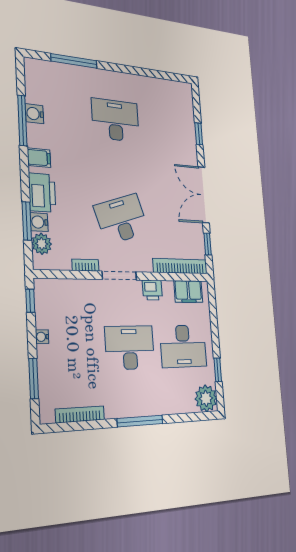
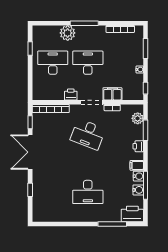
printer: (42, 73) -> (132, 214), added
printer: (42, 193) -> (138, 146), width x0.53, depth x0.68
double door: (204, 195) -> (30, 152), swing flipped
desk: (122, 219) -> (88, 134), turned 39
water cooler: (39, 222) -> (138, 176), moved
filing cabinet: (188, 292) -> (112, 94), moved
desk: (130, 348) -> (88, 63), turned 180
plant: (206, 398) -> (68, 33), moved

